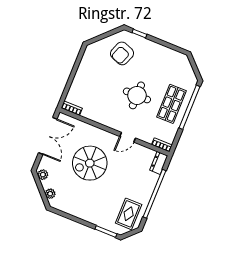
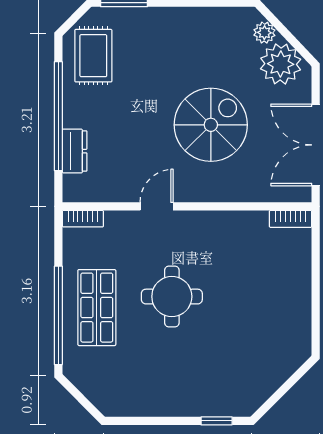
armchair: (122, 53) -> (235, 367), removed
dresser: (159, 163) -> (75, 151), moved
plant: (43, 175) -> (281, 64), width x1.88, depth x1.88

